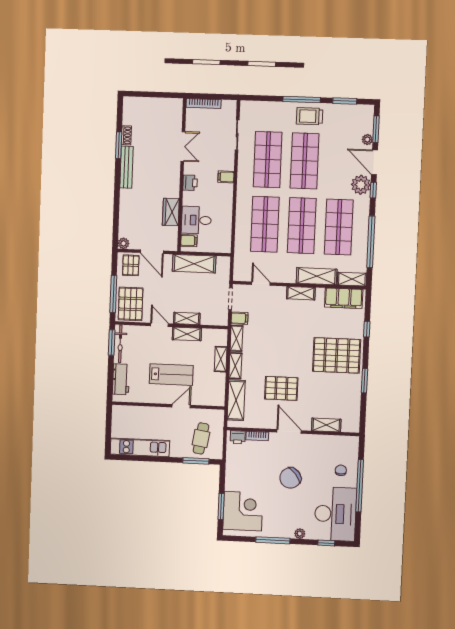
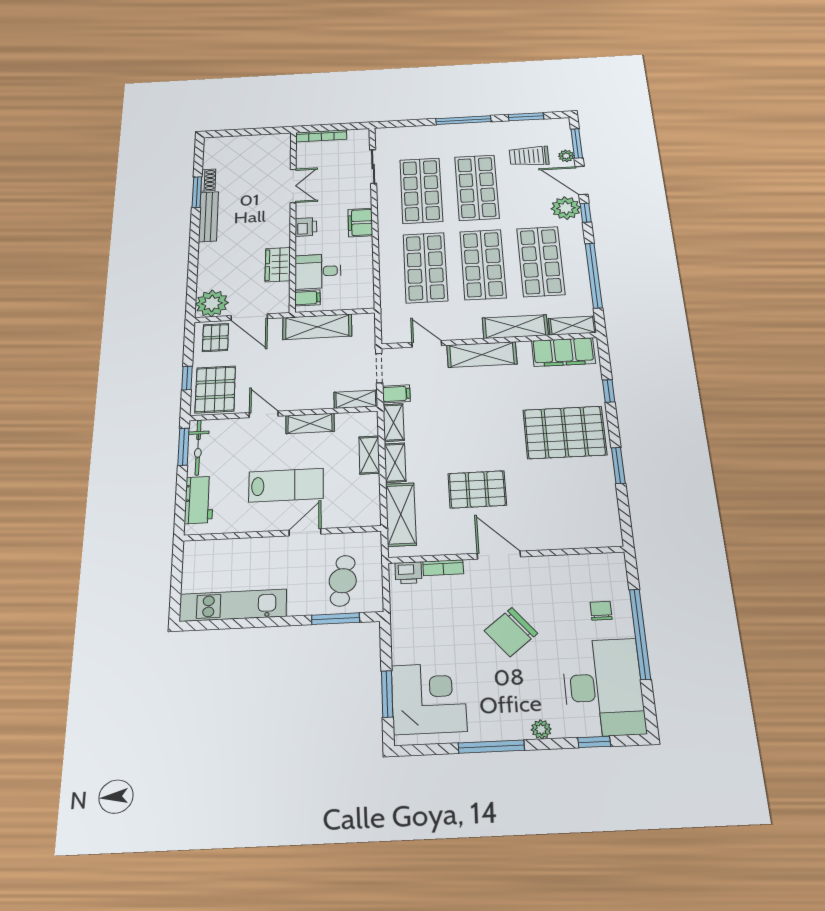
trolley: (310, 116) -> (529, 156), moved
filing cabinet: (226, 177) -> (360, 223), width x2.00
plant: (123, 243) -> (212, 303), width x1.87, depth x1.87
shelving: (301, 293) -> (482, 355), width x1.50, depth x1.33
window: (113, 294) -> (187, 378), width x0.46
shelving: (187, 318) -> (356, 399), moved
shelving: (326, 425) -> (563, 539), removed

